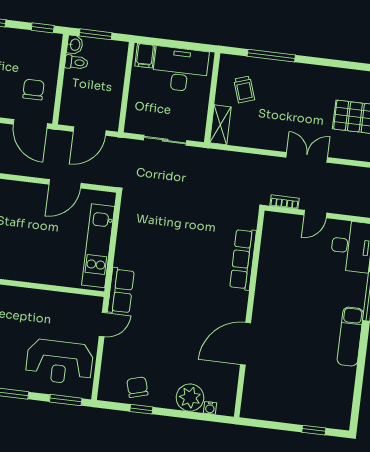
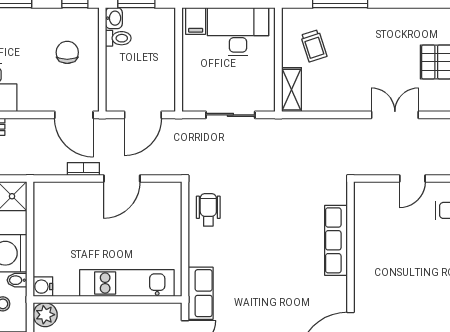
chair: (33, 89) -> (67, 52), moved
bookcase: (284, 202) -> (83, 169), moved
wheelchair: (136, 220) -> (208, 210), added
kitchen unit: (98, 246) -> (127, 283), moved, turned 90

